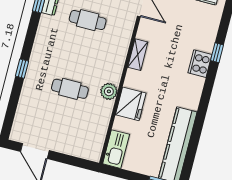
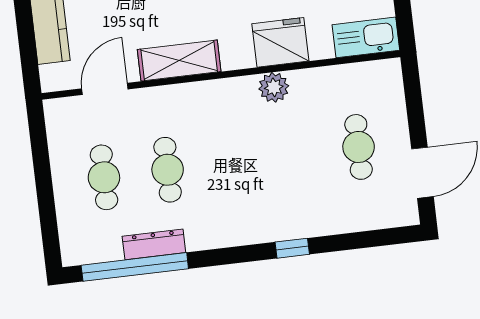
shelving: (138, 55) -> (179, 61), width x1.50, depth x1.33
cafe table: (70, 89) -> (359, 147), moved

